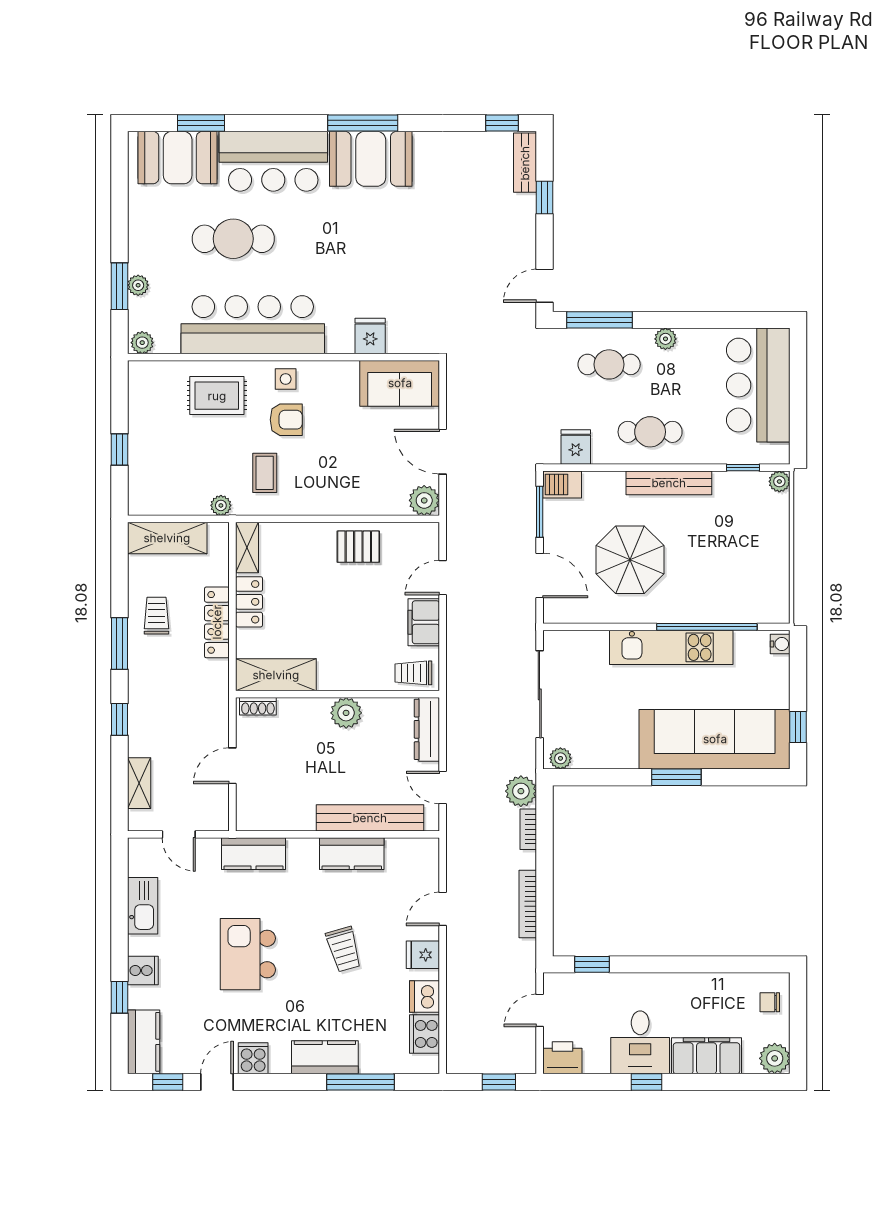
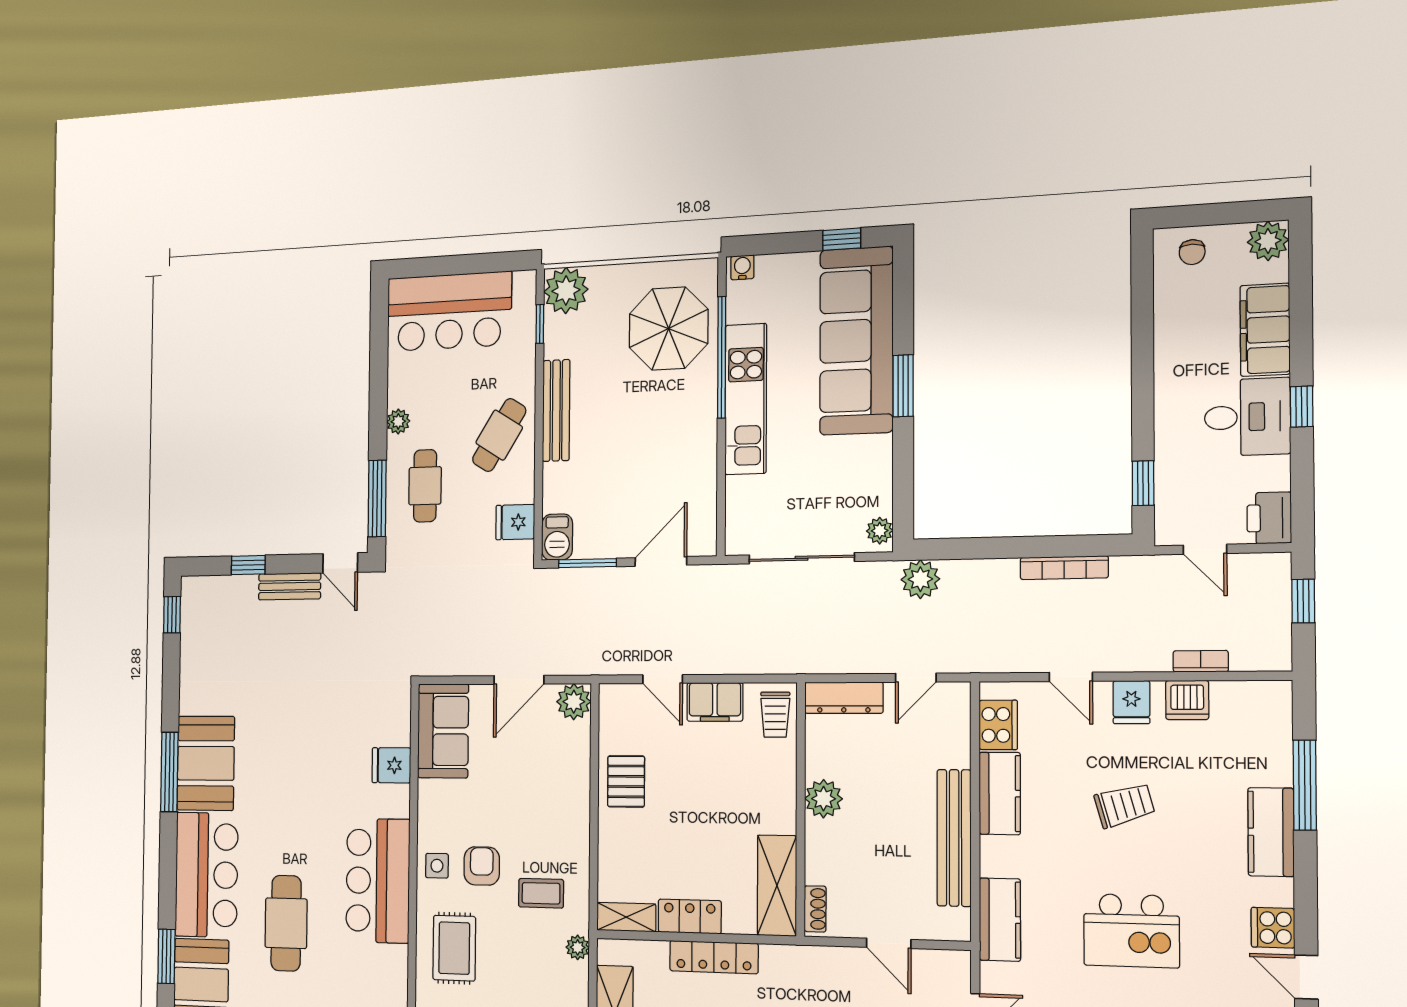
bench: (525, 163) -> (290, 586), moved
bar counter: (253, 325) -> (378, 881), width x0.73
cafe table: (650, 432) -> (499, 435), turned 32
plant: (779, 481) -> (566, 290), width x1.87, depth x1.87
parasol: (630, 560) -> (669, 329), moved
bench: (370, 818) -> (954, 838), moved
bookcase: (528, 829) -> (1201, 661), moved, turned 180
cooker: (424, 1034) -> (998, 725), moved, turned -90

